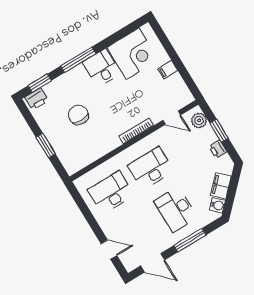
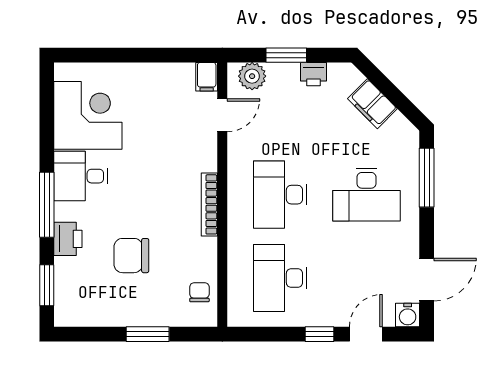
filing cabinet: (168, 70) -> (207, 77), moved
printer: (36, 99) -> (68, 239), moved
bookcase: (136, 131) -> (209, 204), moved
chair: (81, 158) -> (199, 292), added
water cooler: (217, 205) -> (408, 315), moved, turned 135
window: (96, 227) -> (320, 334), added
window: (190, 240) -> (427, 178), moved

